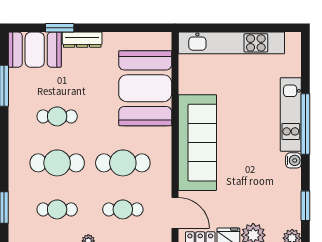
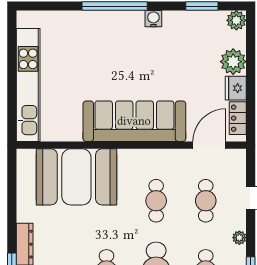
kitchen unit: (291, 114) -> (104, 22), removed
cafe table: (123, 163) -> (156, 201), width x0.73, depth x0.74

